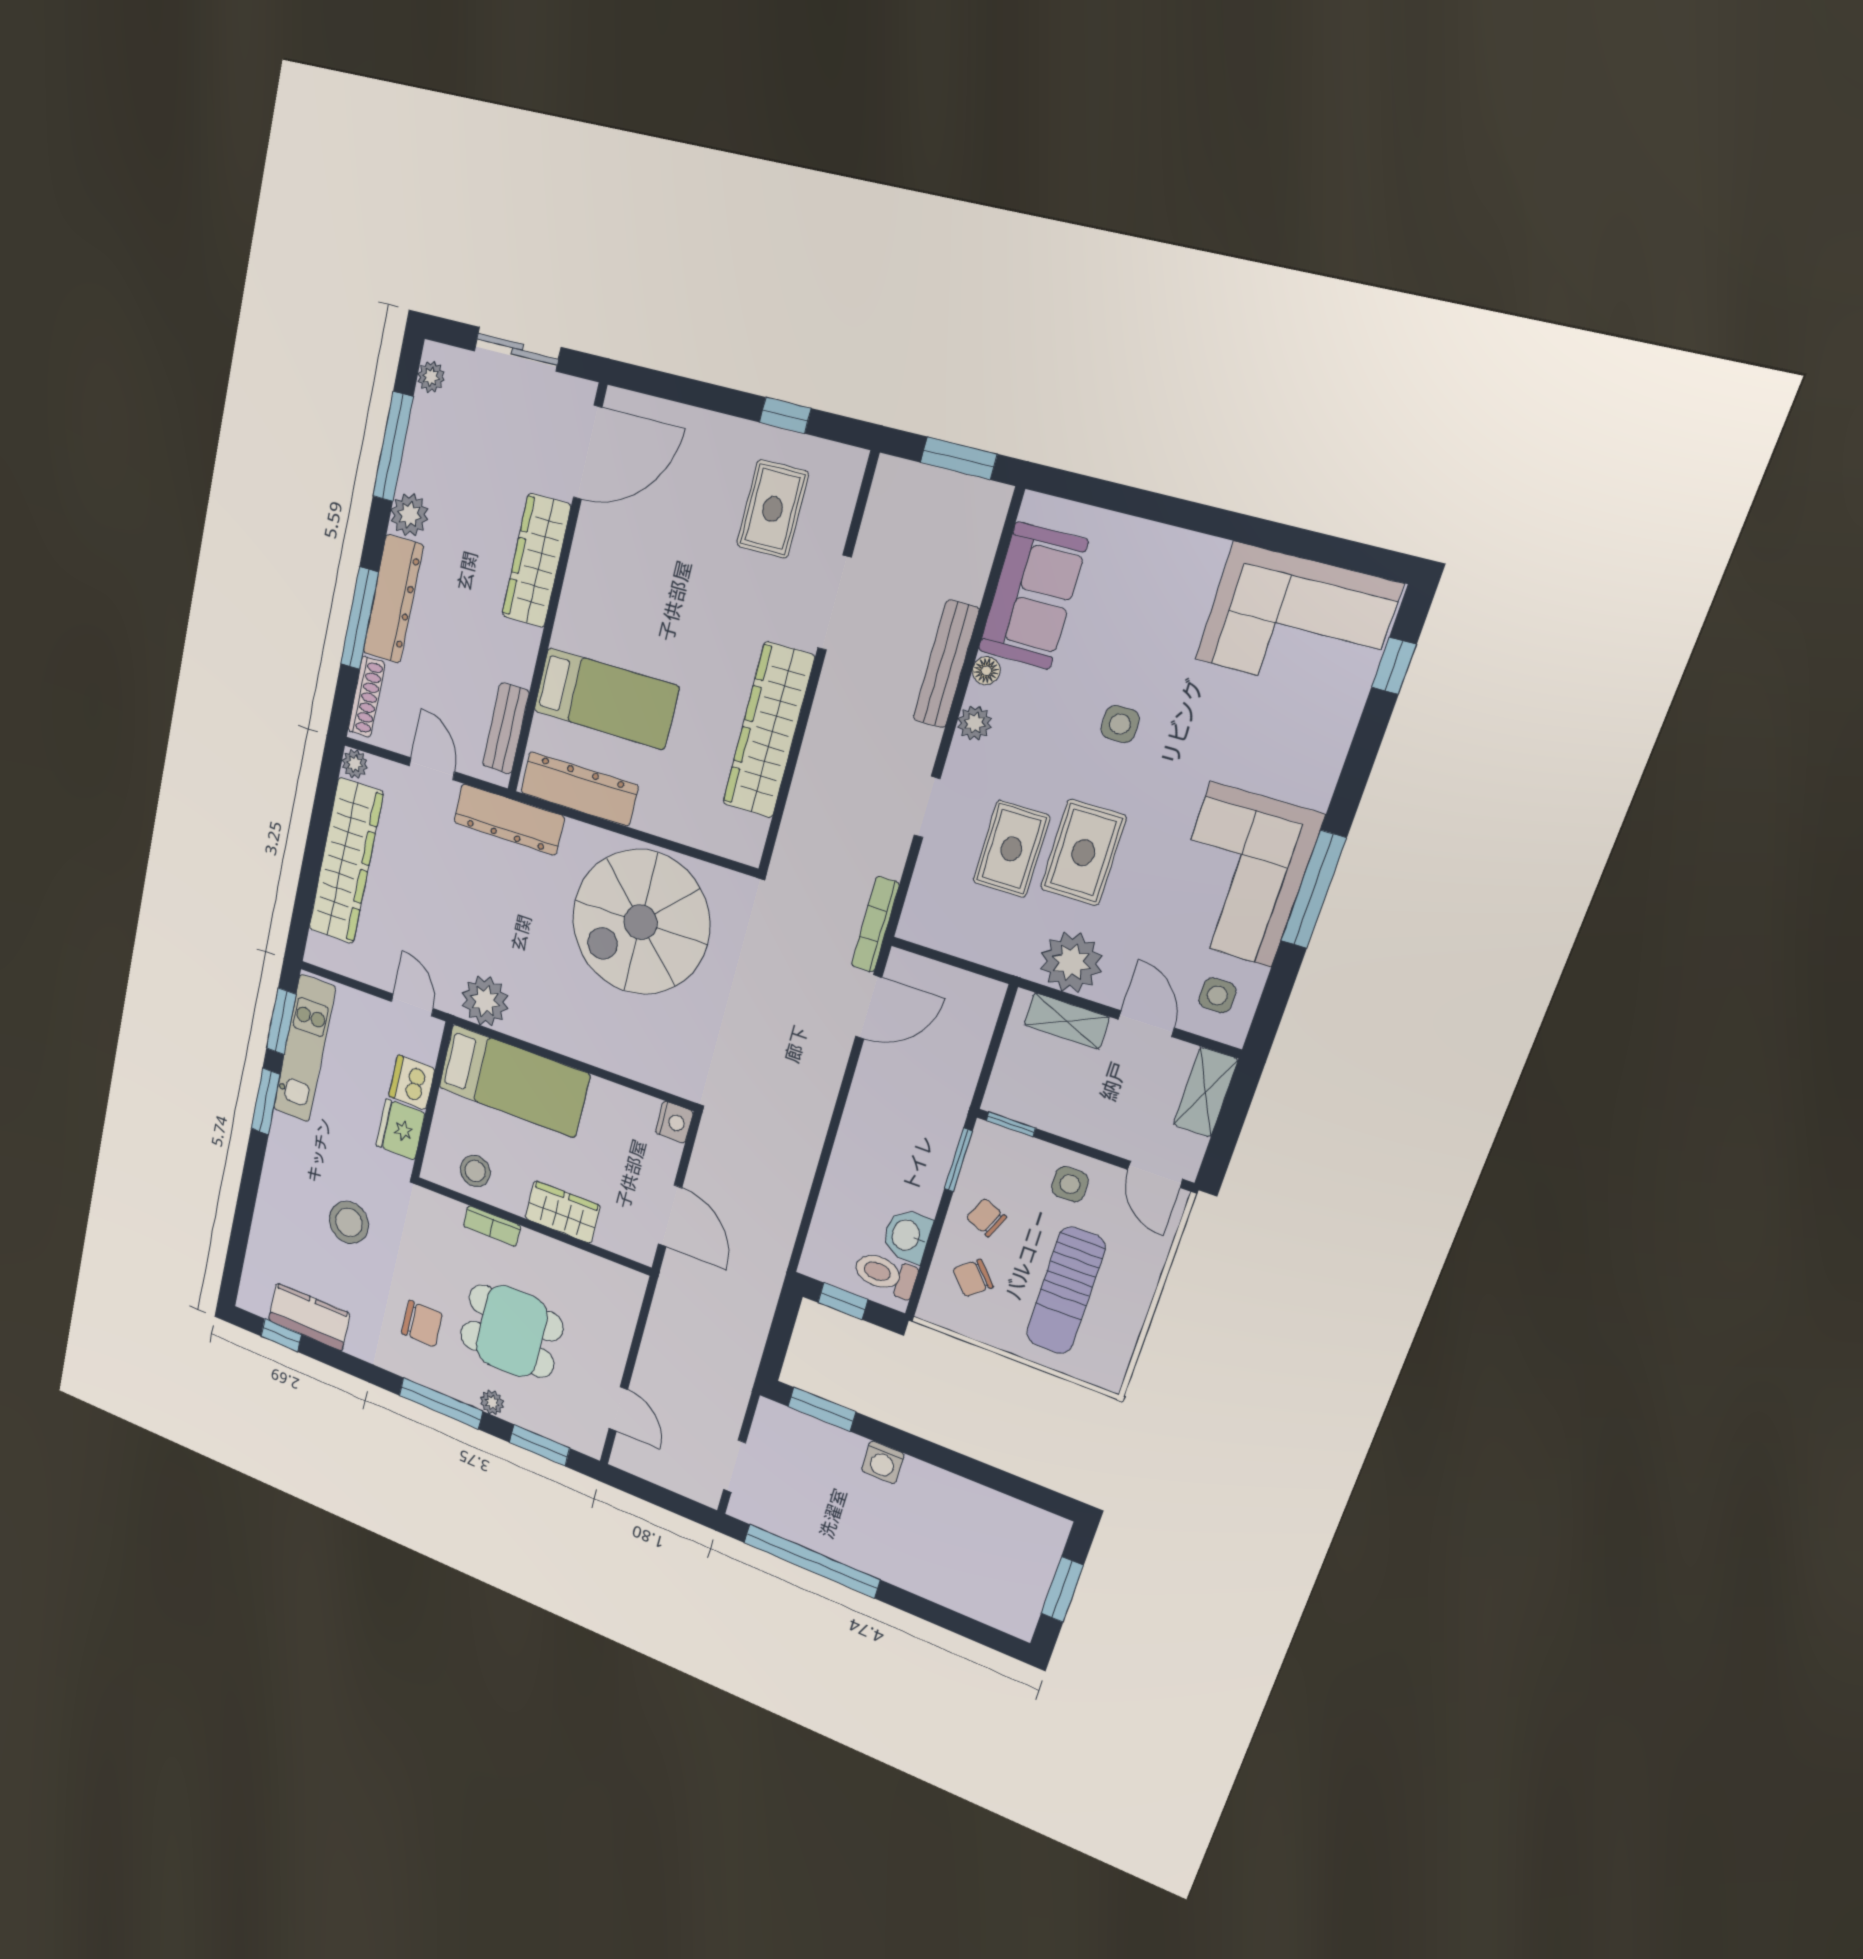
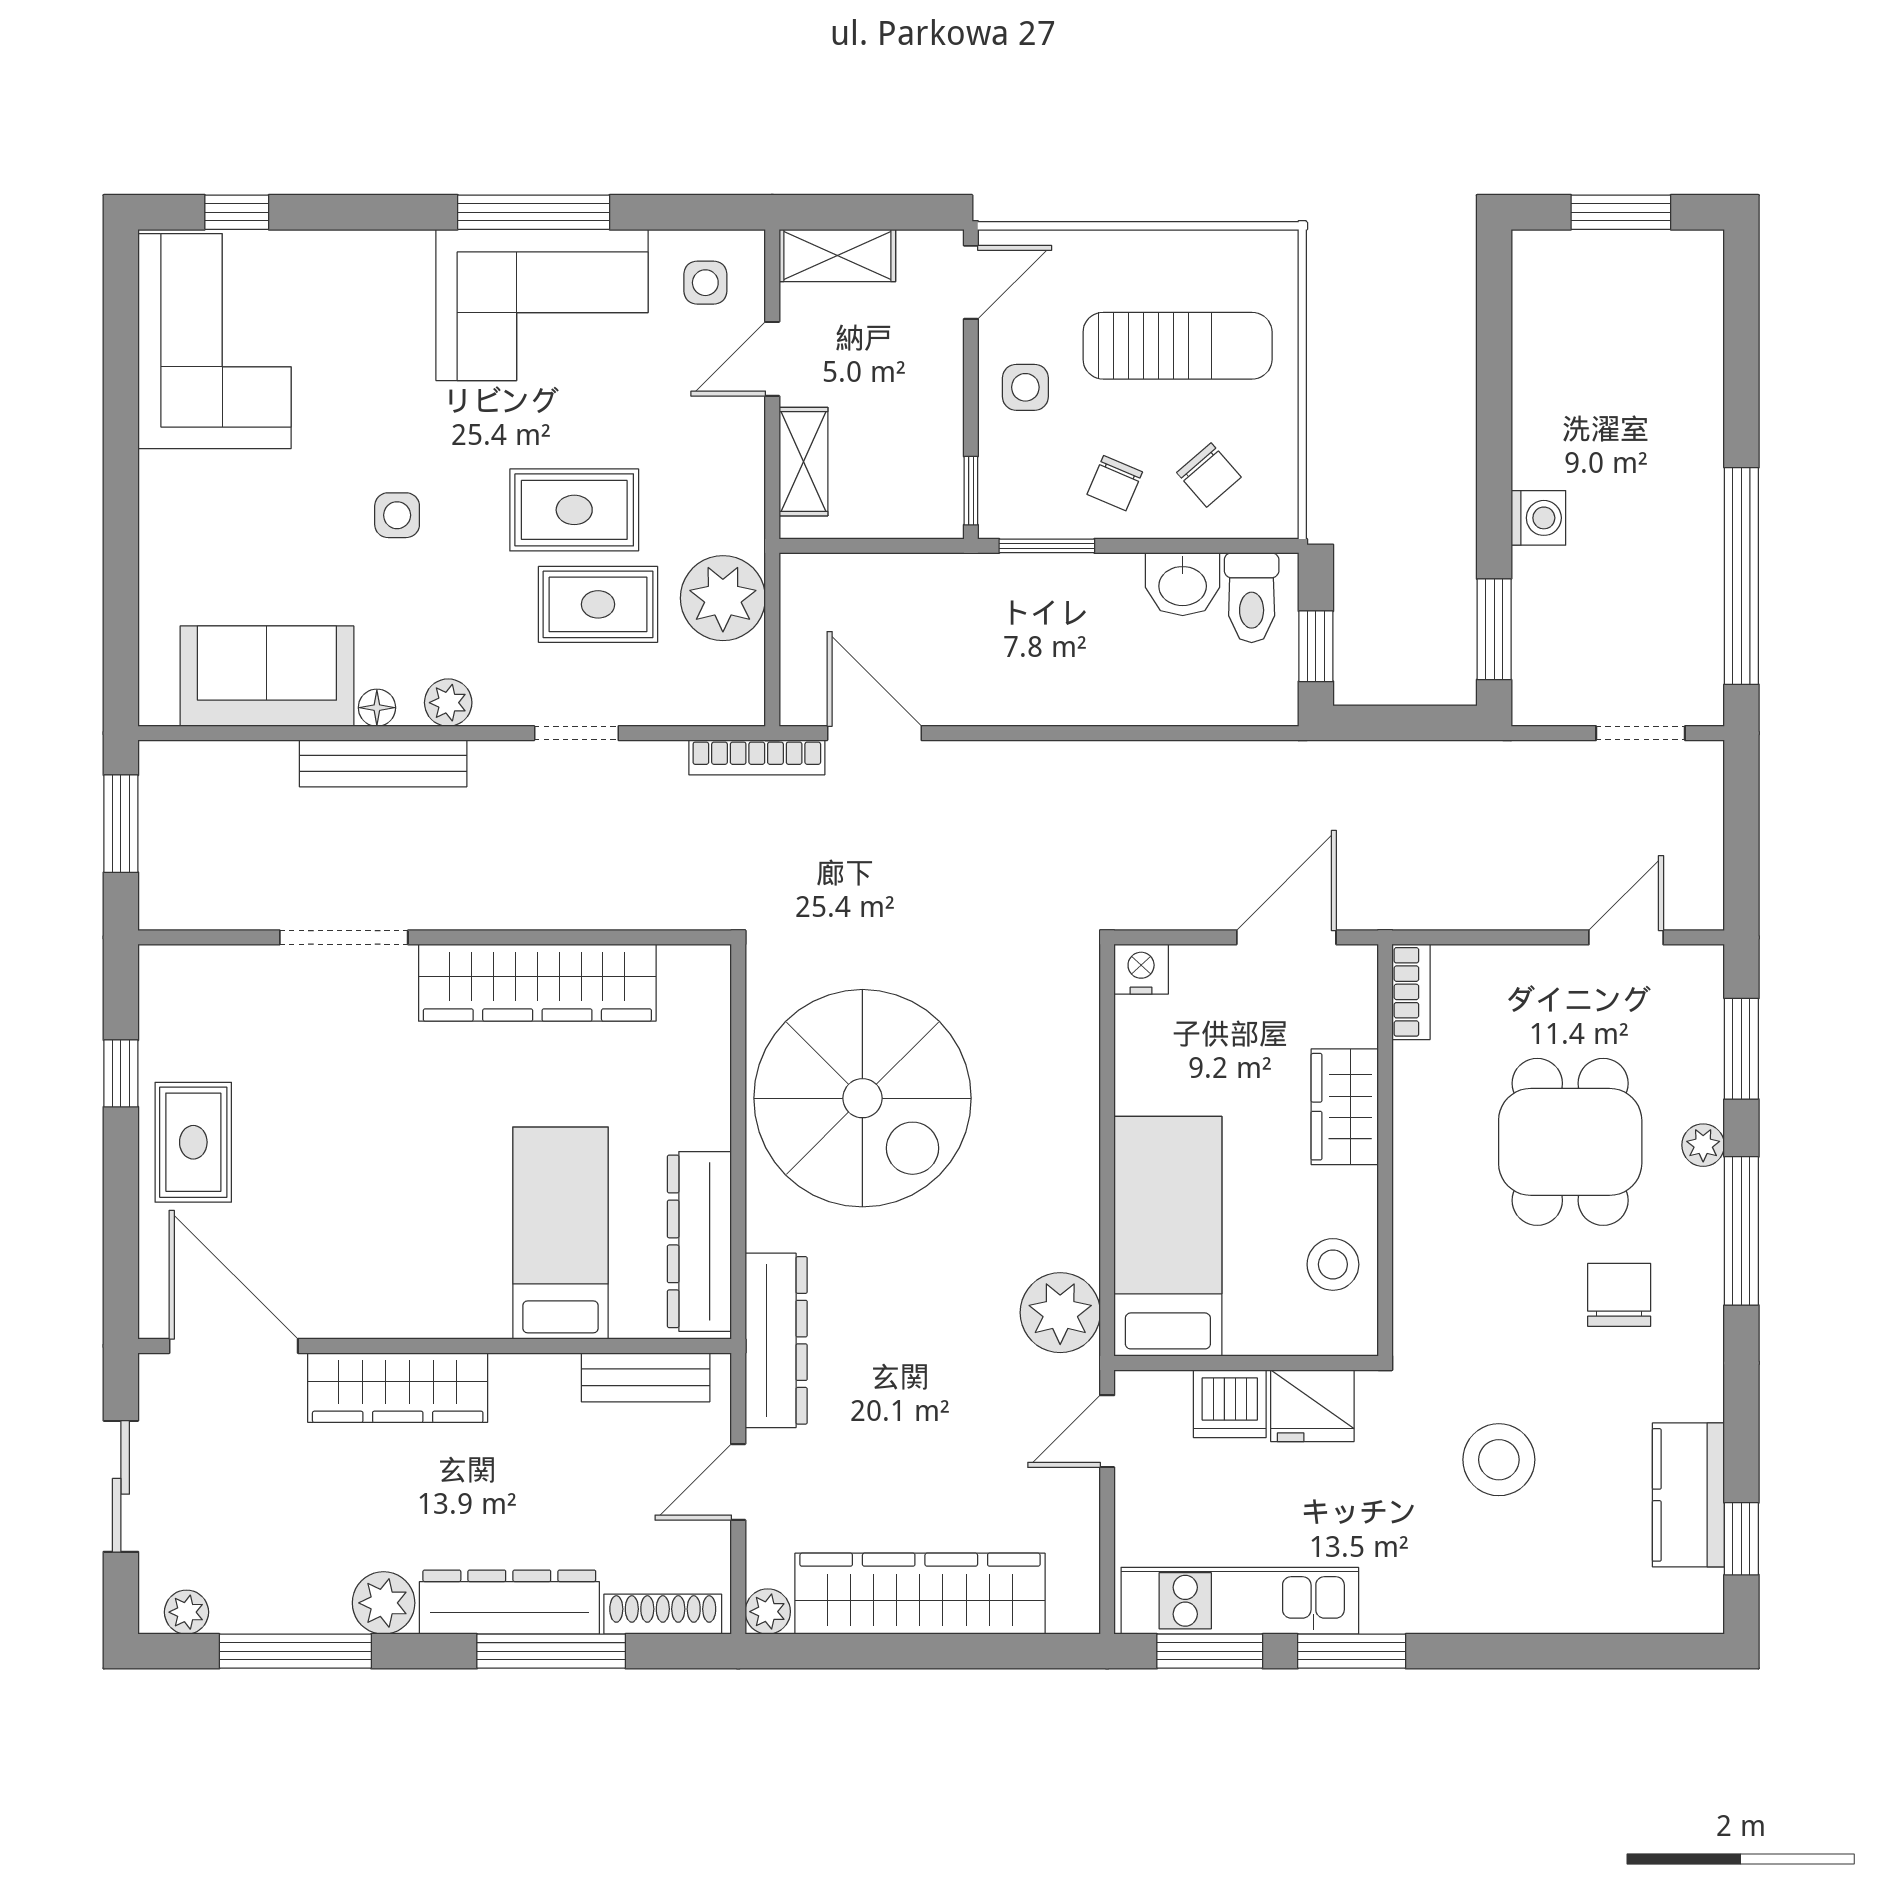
rug: (773, 509) -> (193, 1142), moved, turned 90
plant: (1071, 962) -> (723, 598), moved
bookcase: (492, 1226) -> (1411, 992), moved

